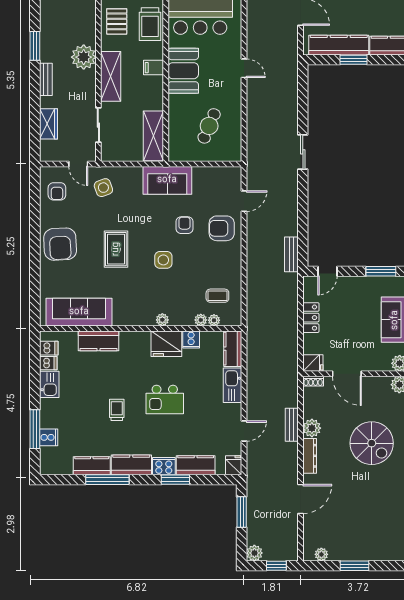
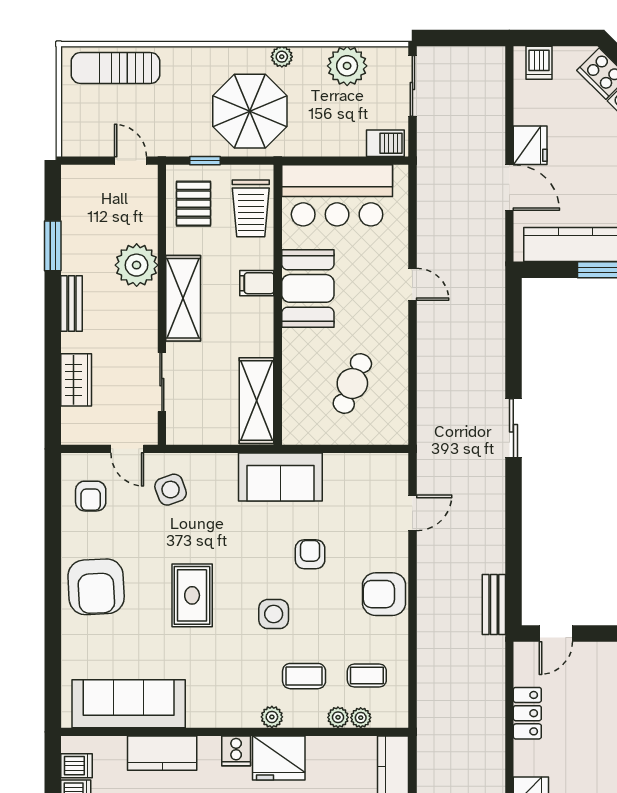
armchair: (222, 228) -> (384, 594), moved
coffee table: (181, 296) -> (304, 676), added
cooker: (191, 340) -> (236, 751), moved

